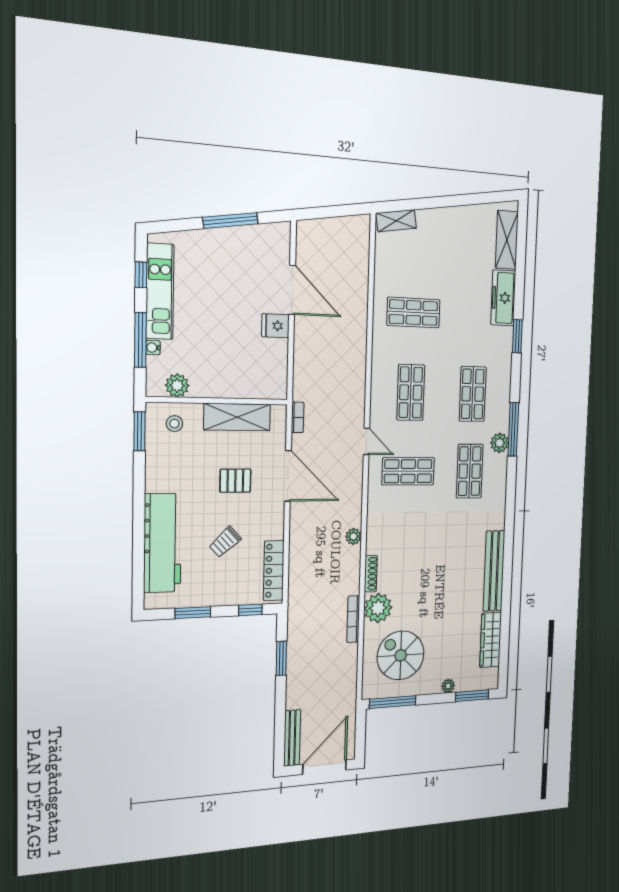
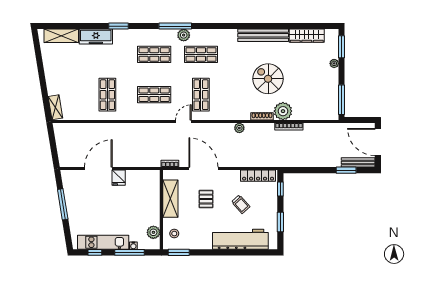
door: (288, 476) -> (203, 169), hinge flipped
spiral stairs: (401, 655) -> (268, 79), moved, turned 90
window: (281, 658) -> (346, 170), moved

